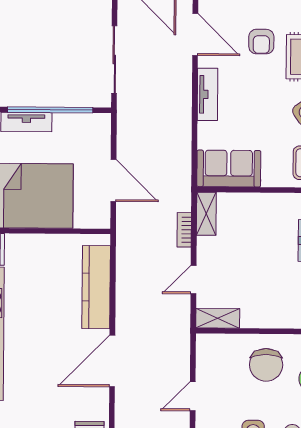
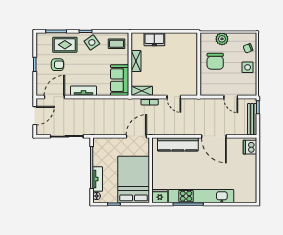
door: (113, 181) -> (136, 136), moved
shelving: (218, 318) -> (136, 61), moved
chair: (266, 365) -> (215, 61), turned 90

